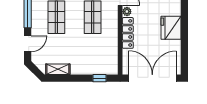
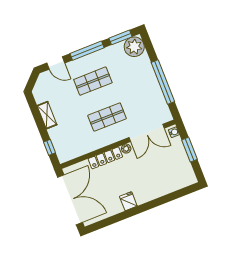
fridge: (171, 28) -> (128, 201), width x0.53, depth x0.75
shelving: (58, 69) -> (47, 115), moved

